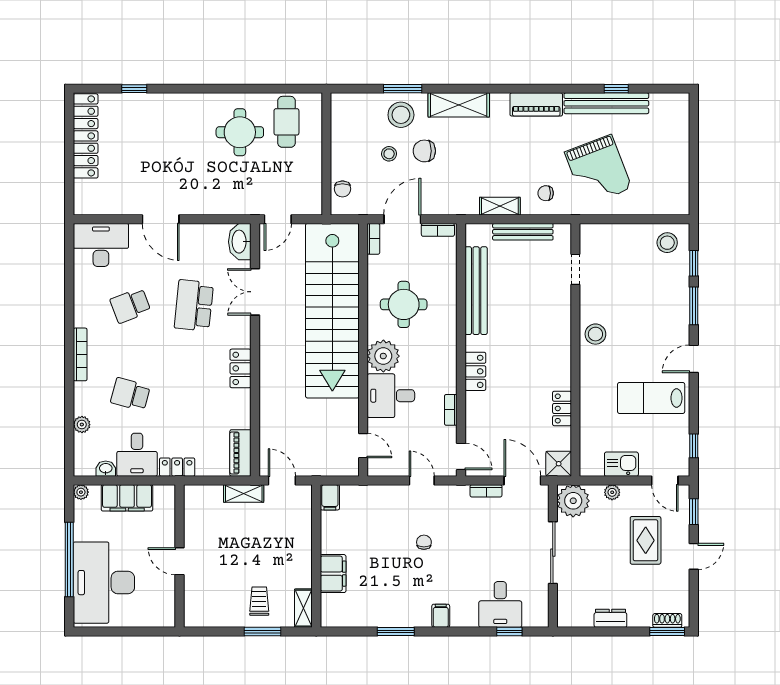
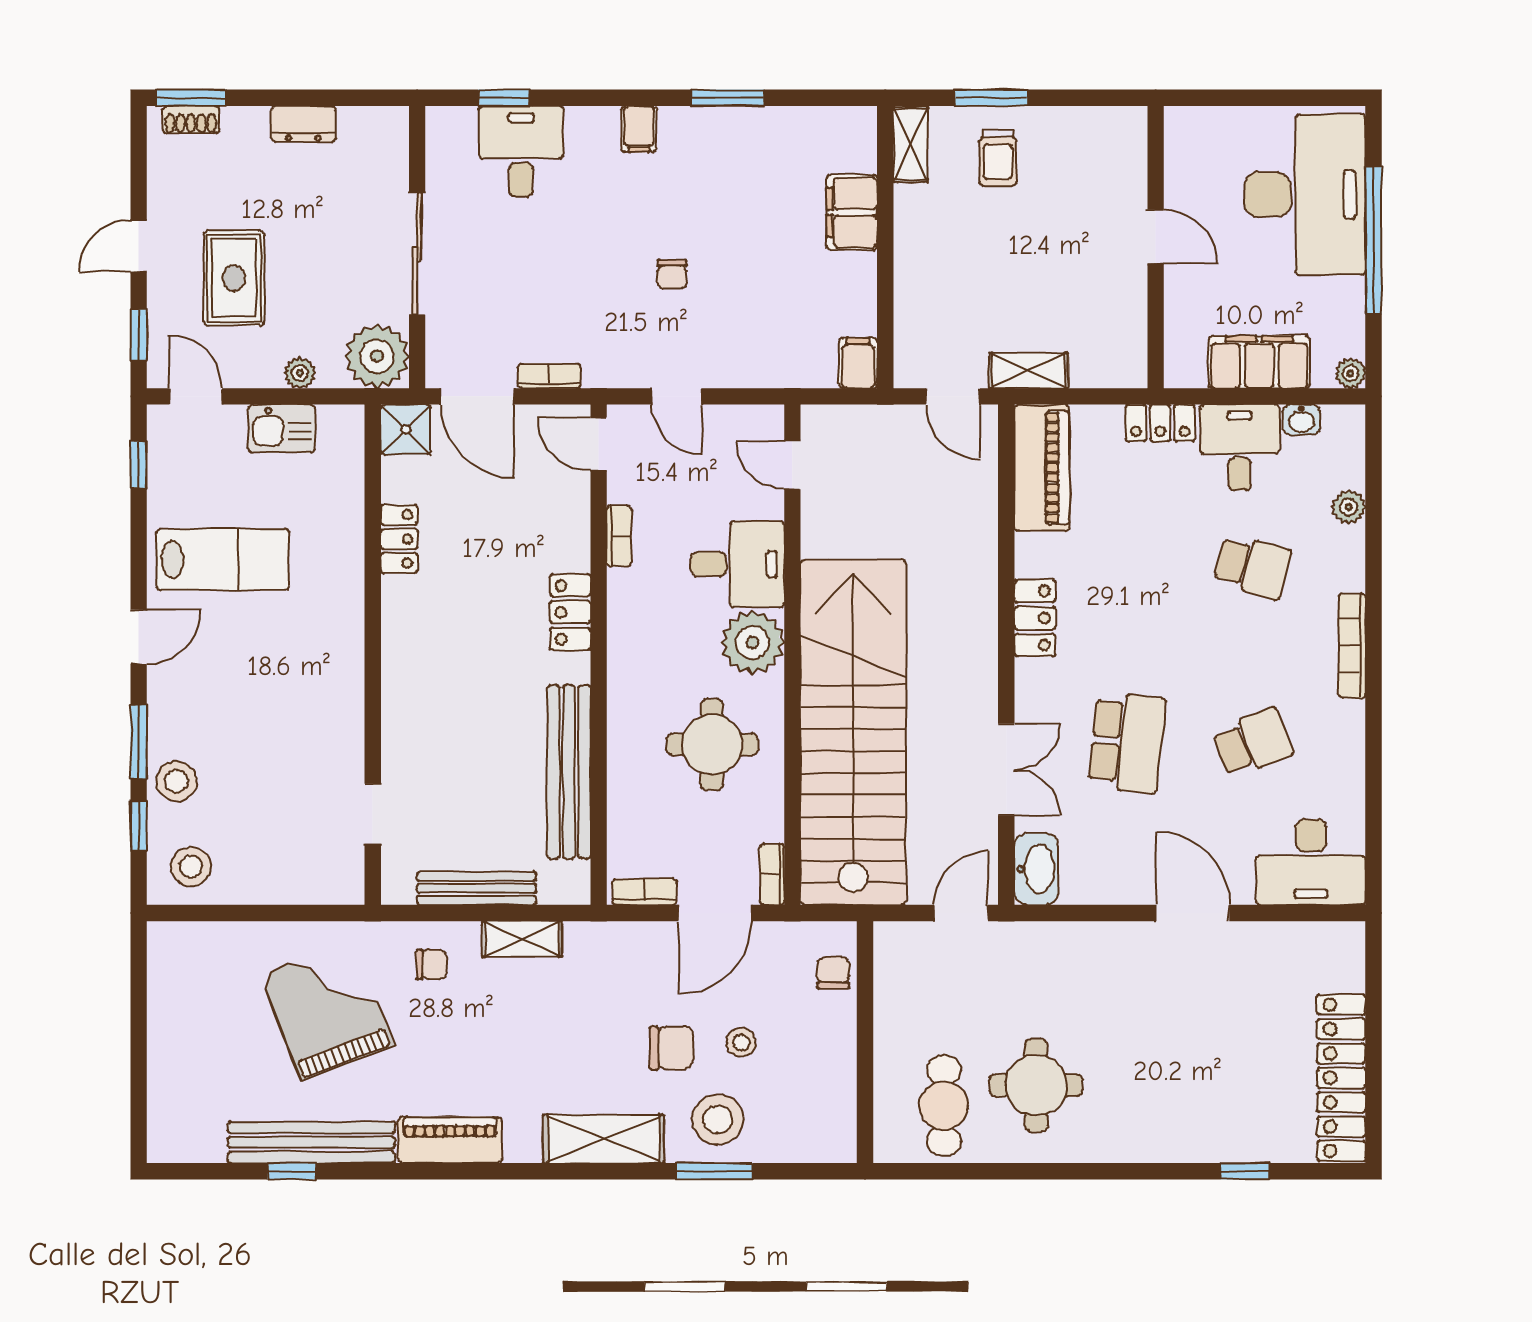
stool: (595, 334) -> (177, 781), moved
piano: (240, 453) -> (1042, 468), width x1.37, depth x1.33

